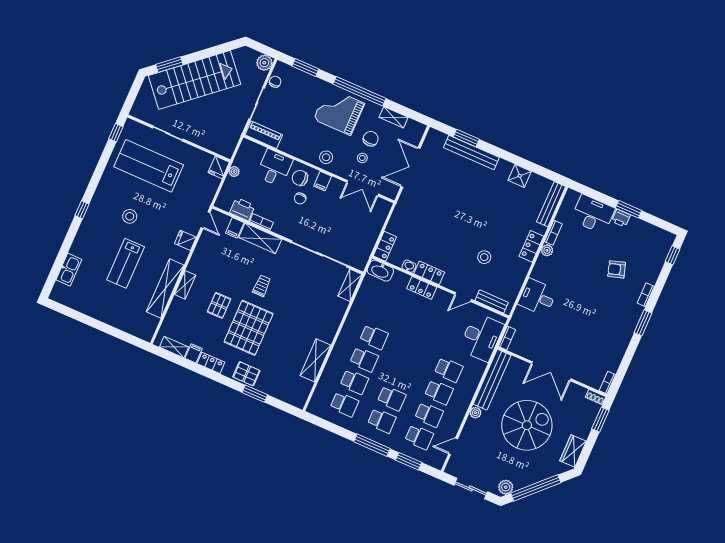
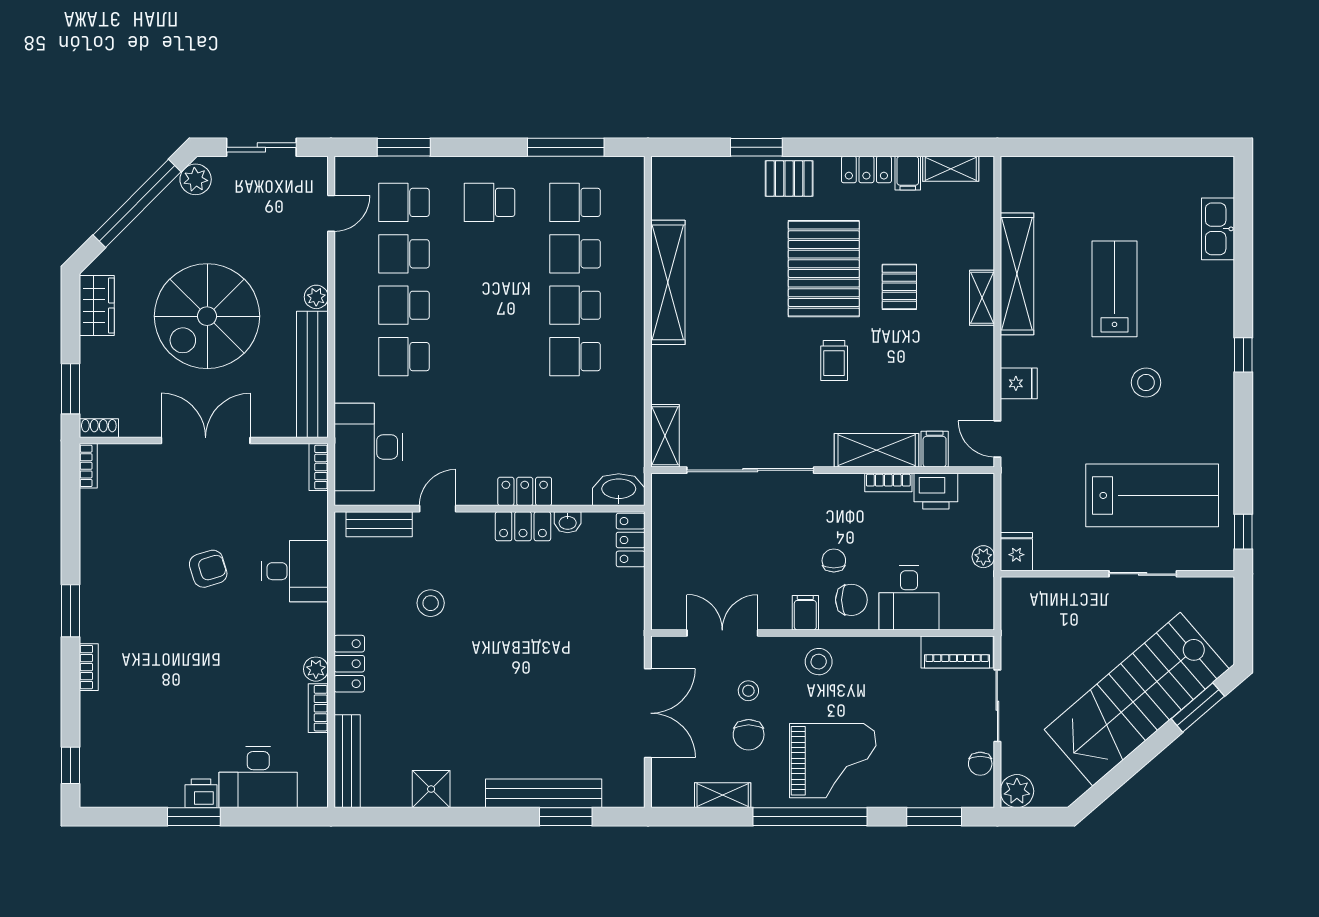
armchair: (617, 269) -> (208, 569), moved
shelving: (315, 360) -> (668, 282), width x1.47
school desk: (392, 398) -> (489, 254), removed
window: (372, 445) -> (566, 147), moved

